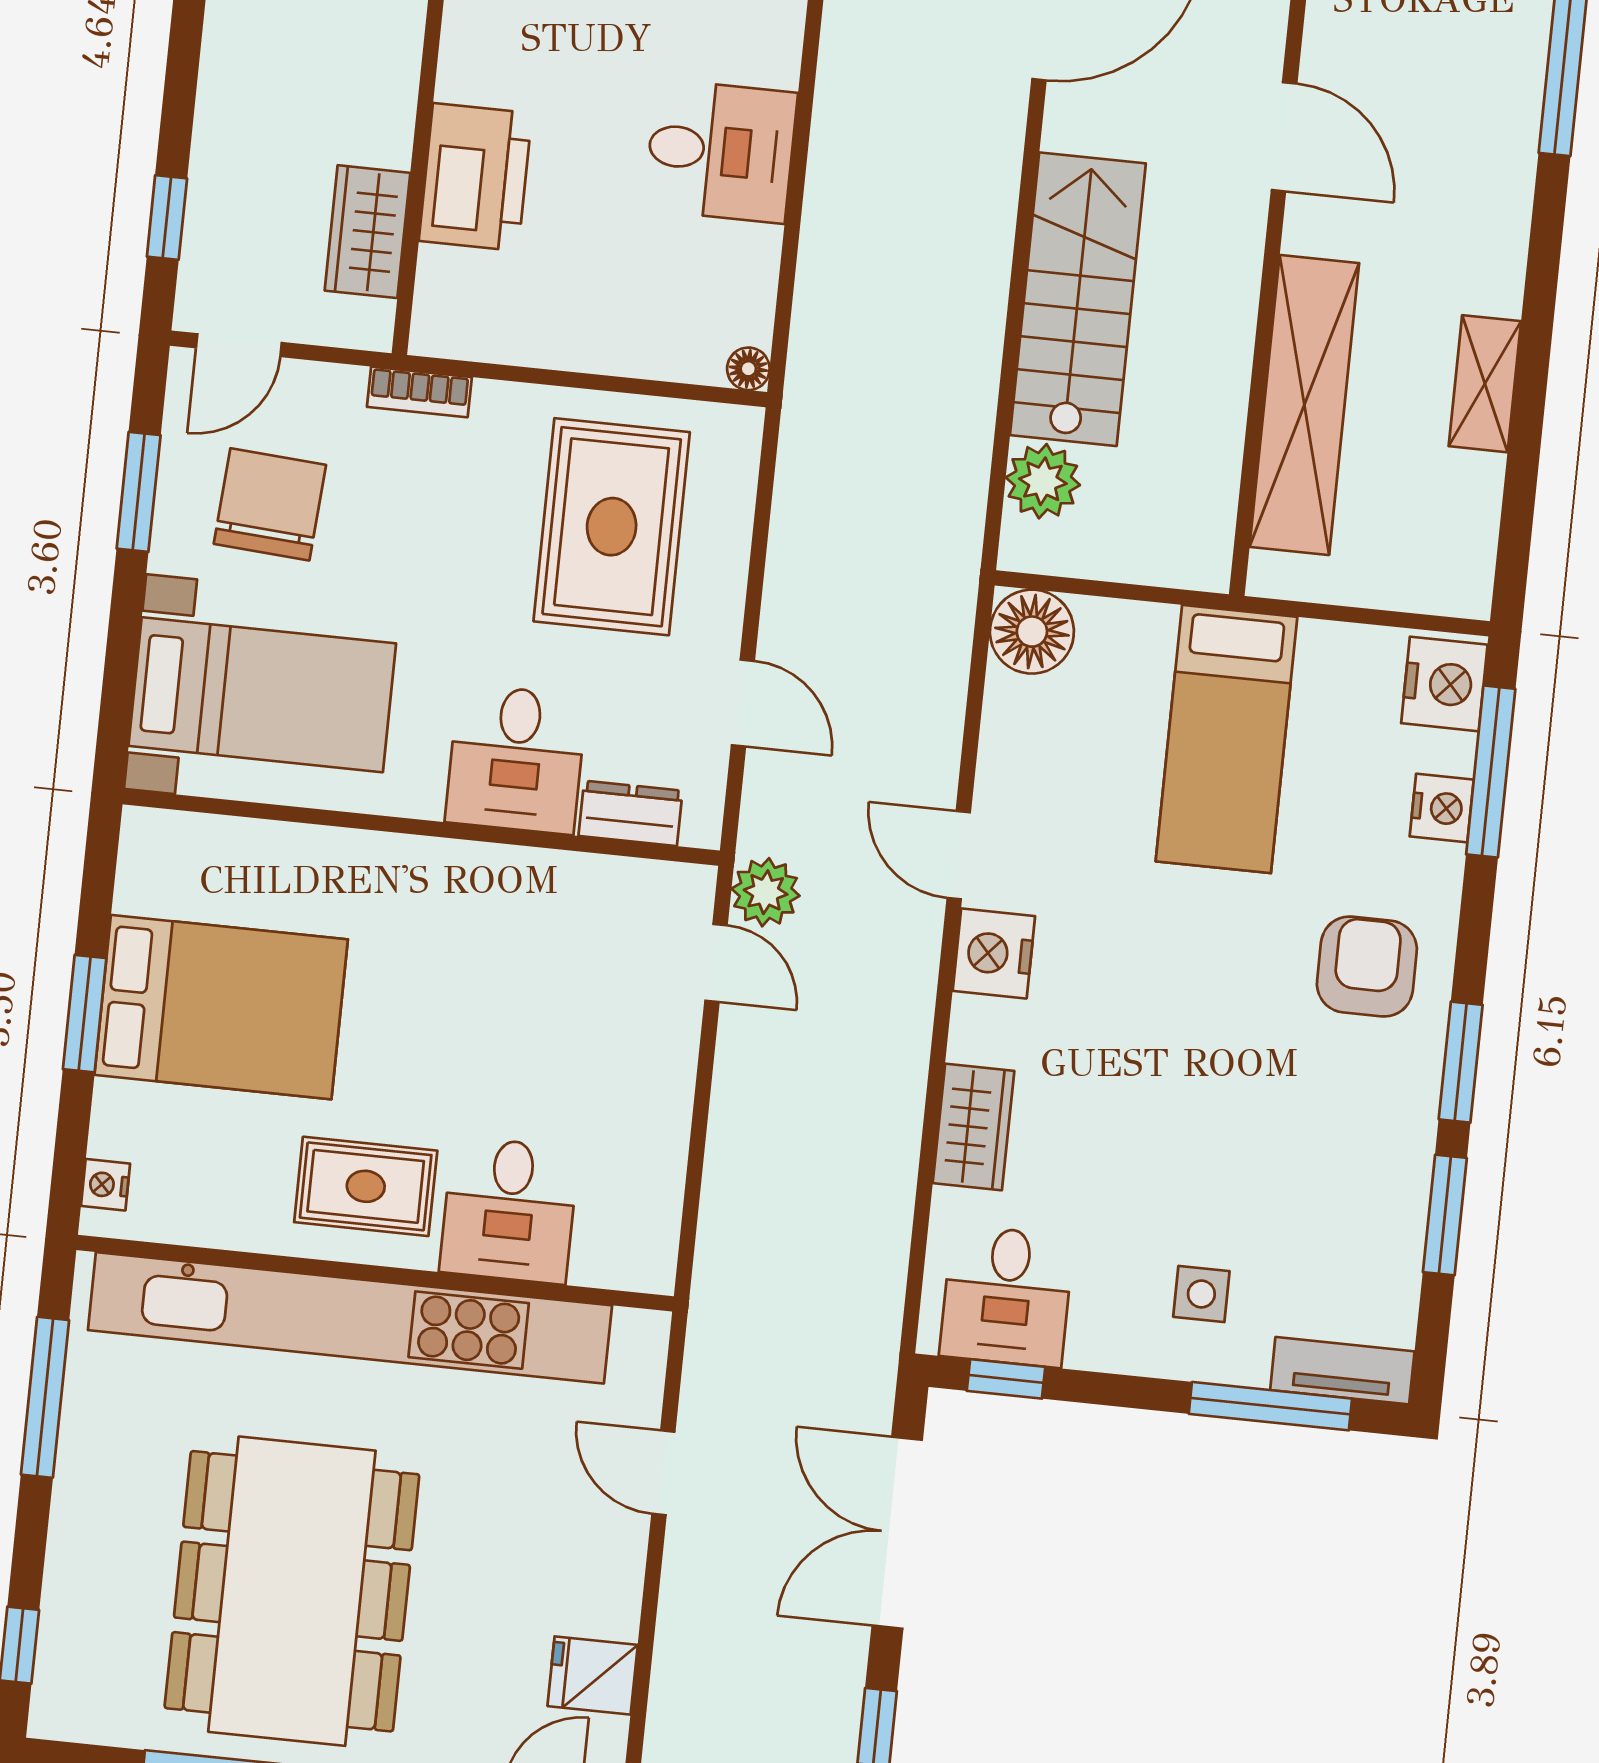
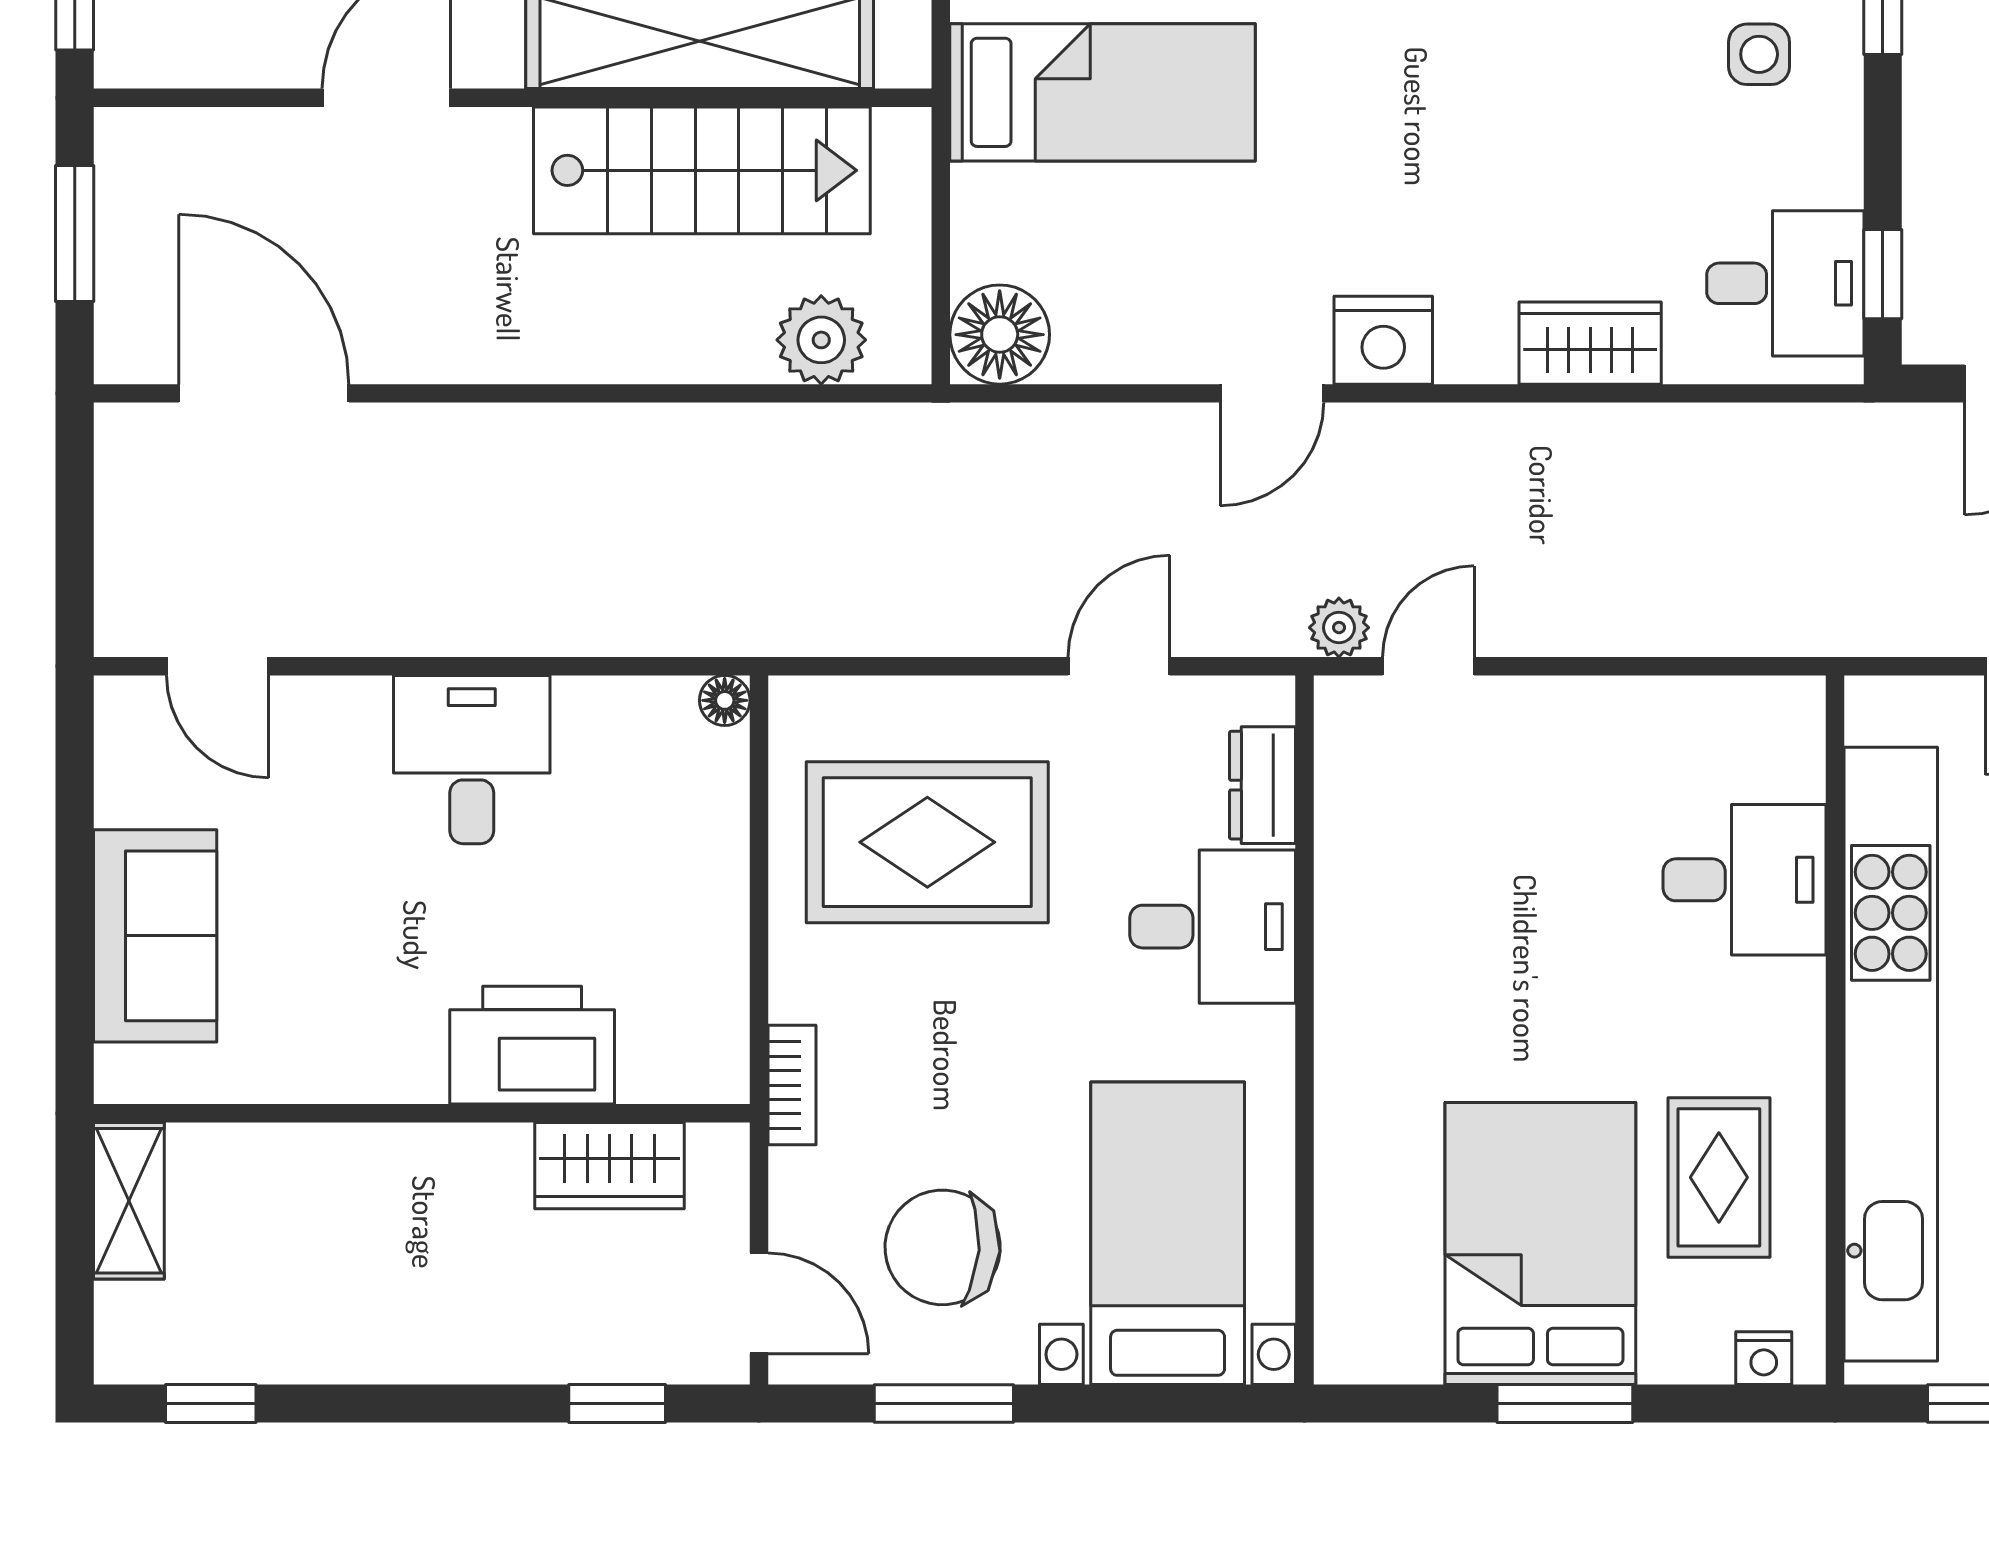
stairs: (1078, 299) -> (702, 170), moved, turned 180
plant: (766, 892) -> (1339, 628), width x0.73, depth x0.73
rug: (366, 1186) -> (1719, 1177), moved

